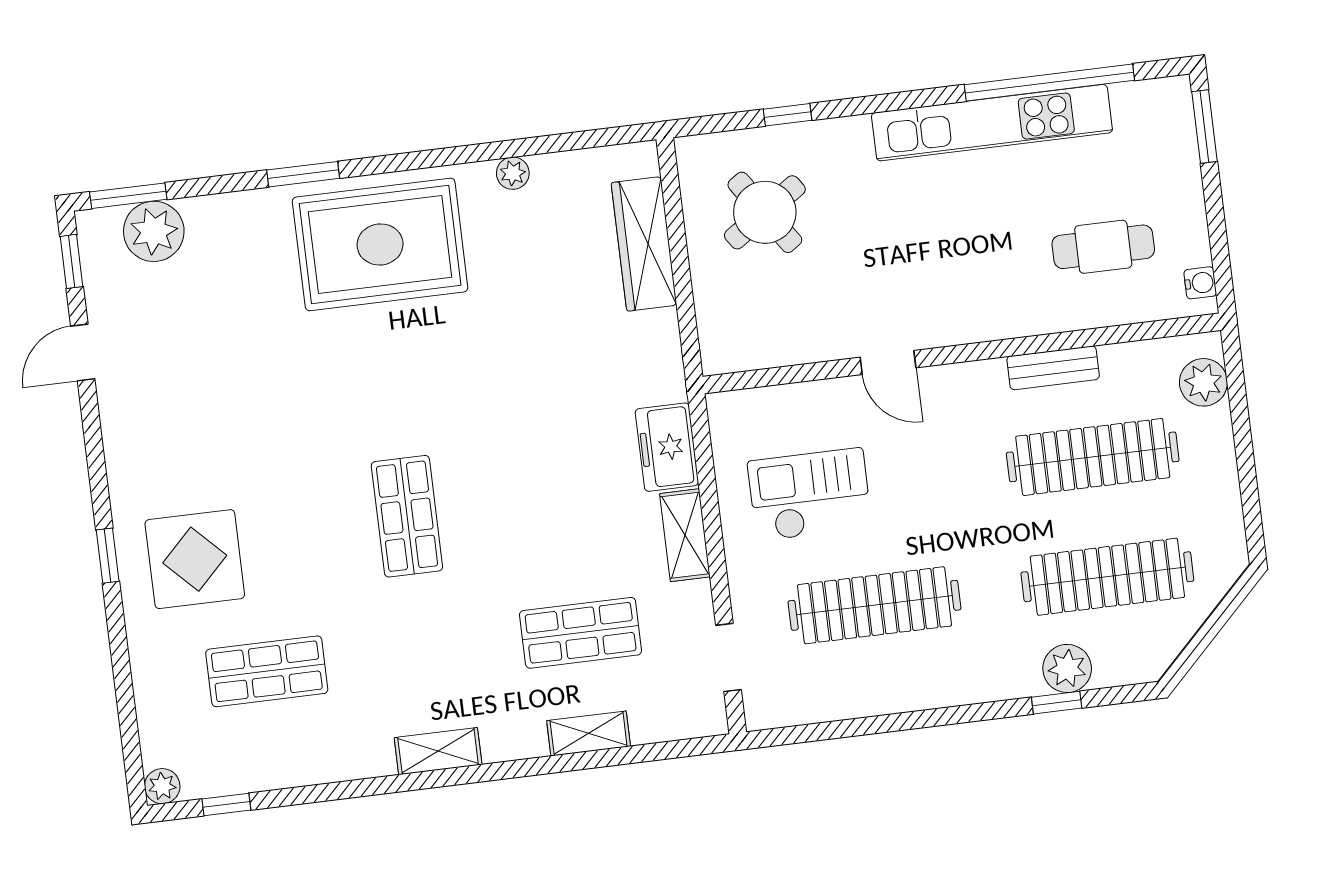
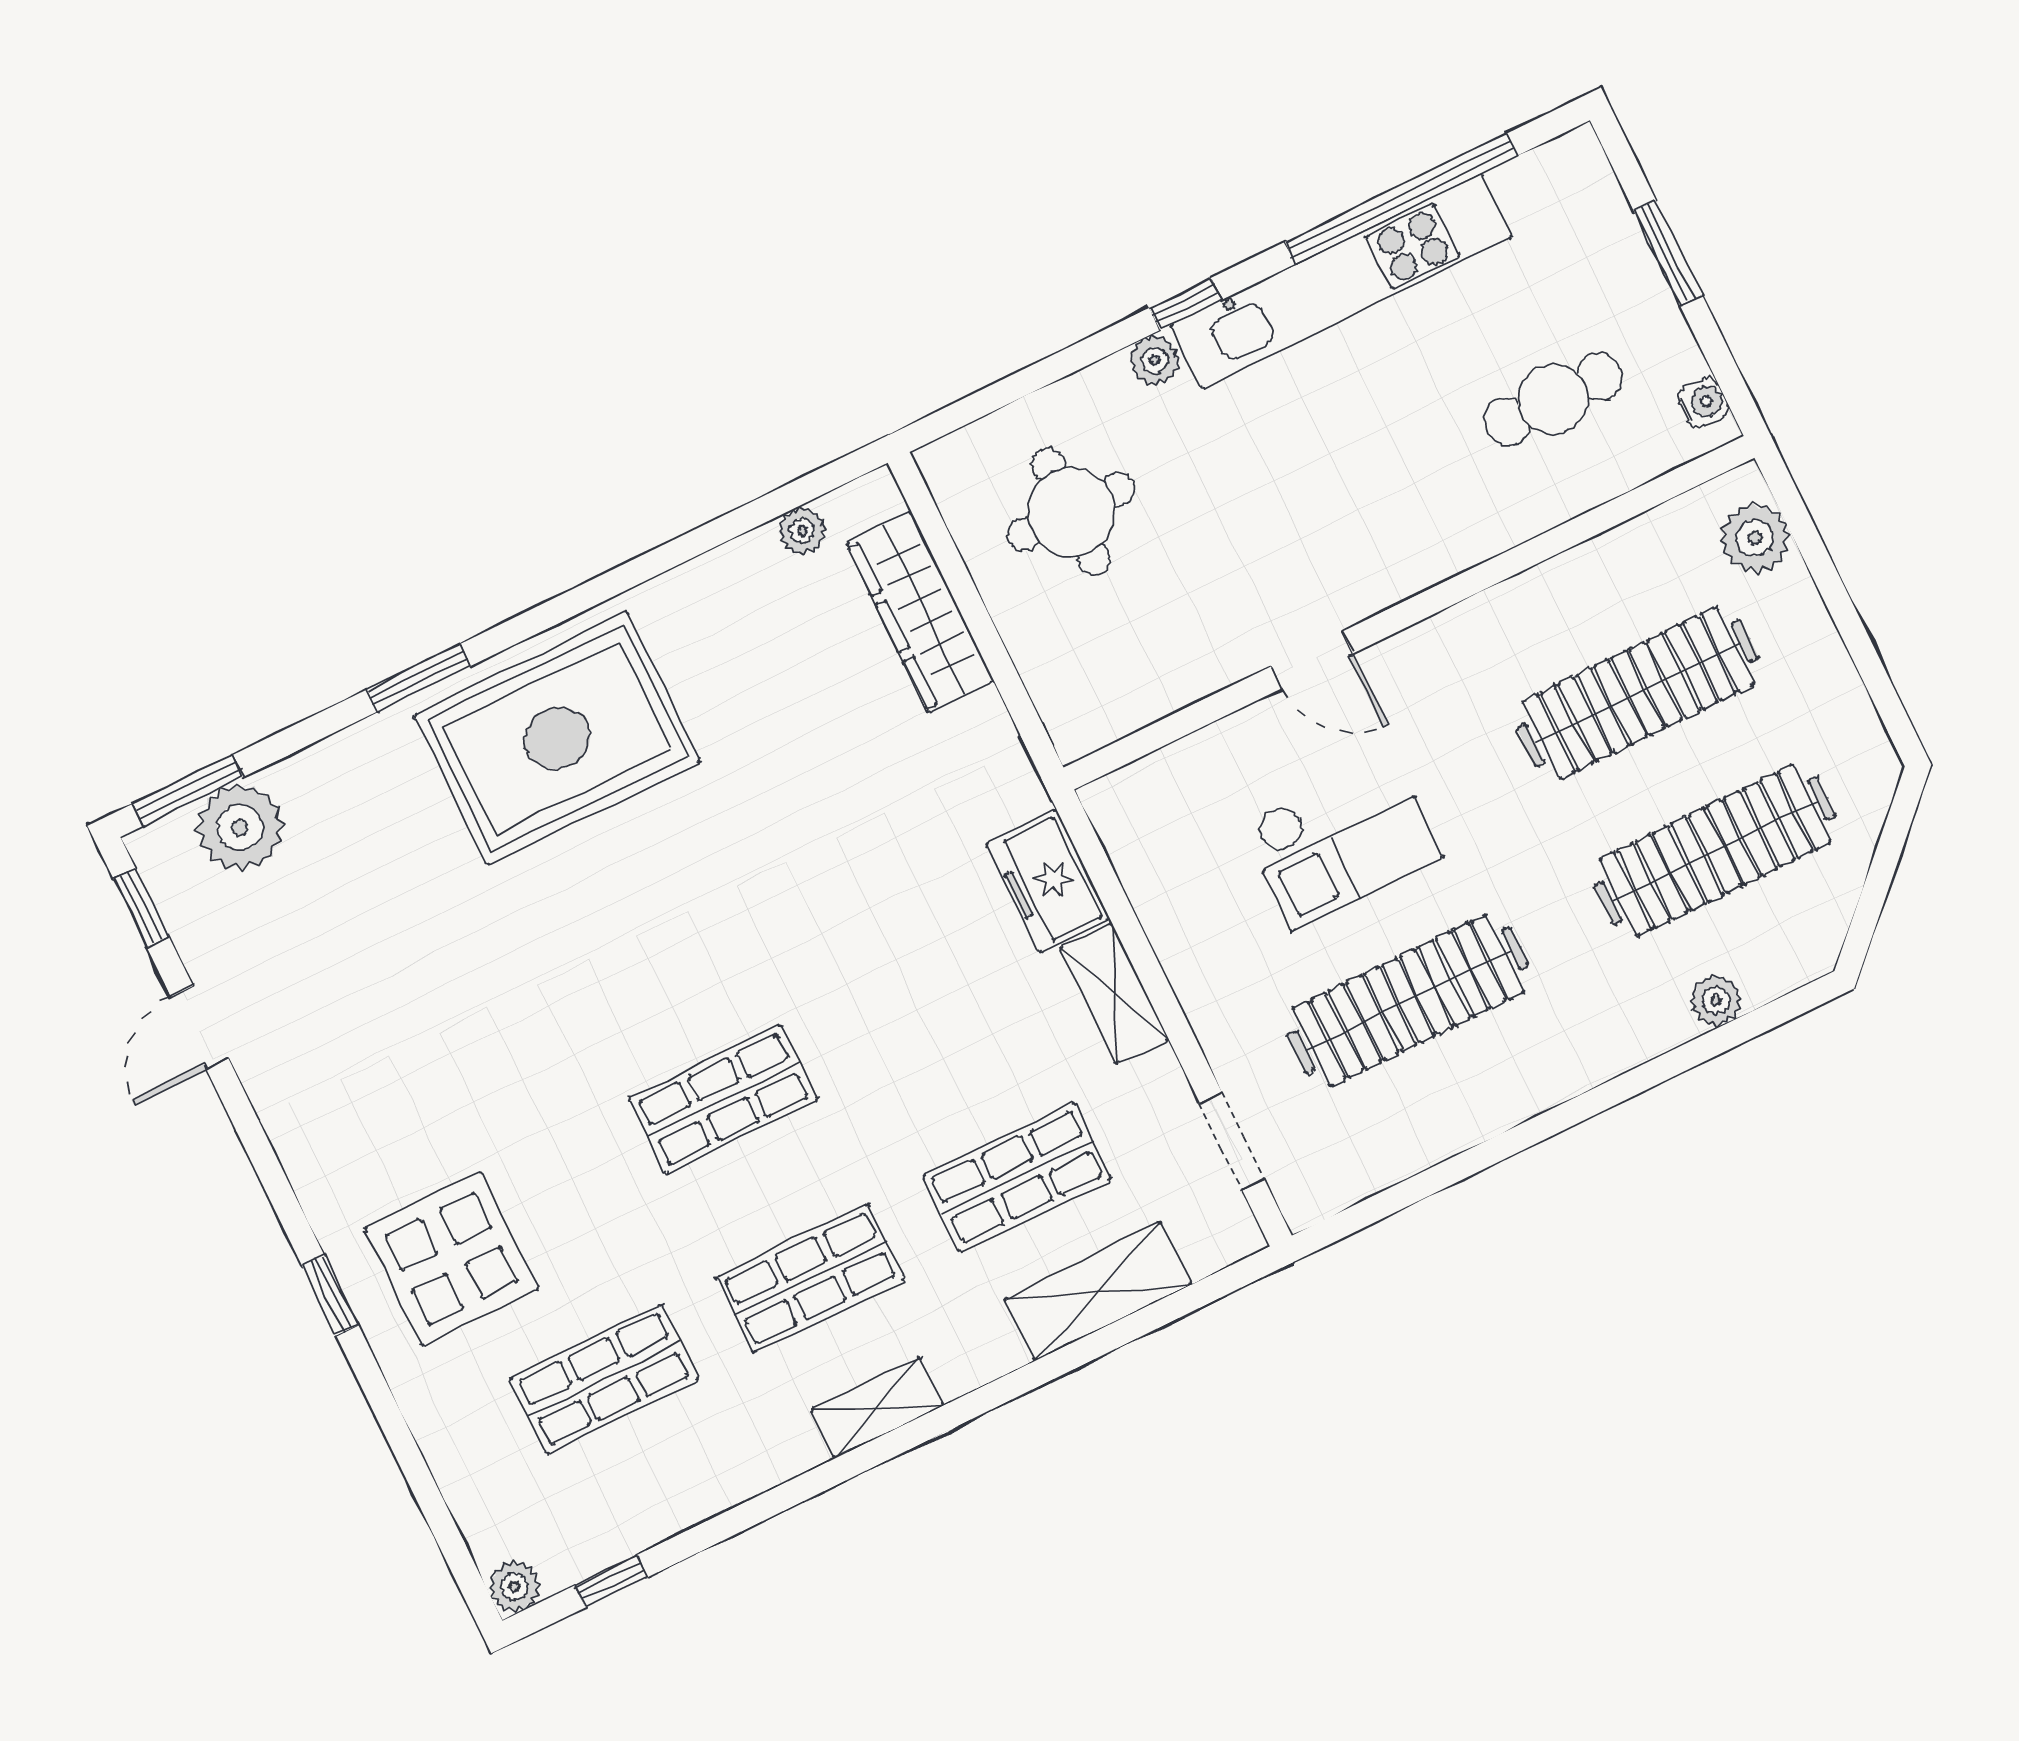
window: (788, 115) -> (1185, 304), moved
window: (1204, 127) -> (1668, 253), moved
plant: (853, 132) -> (1155, 360), added
plant: (513, 173) -> (802, 531), moved
round table: (765, 212) -> (1071, 512), turned 34
bench: (1053, 368) -> (1541, 589), removed
checkout: (810, 495) -> (1342, 841), moved, turned 180
shop shelf: (407, 516) -> (723, 1099), turned 90
shop shelf: (424, 652) -> (810, 1278), added
plant: (1067, 668) -> (1716, 1000), width x0.73, depth x0.73
window: (1057, 703) -> (1705, 1048), removed
shelving: (589, 733) -> (1098, 1291), width x1.50, depth x1.33

